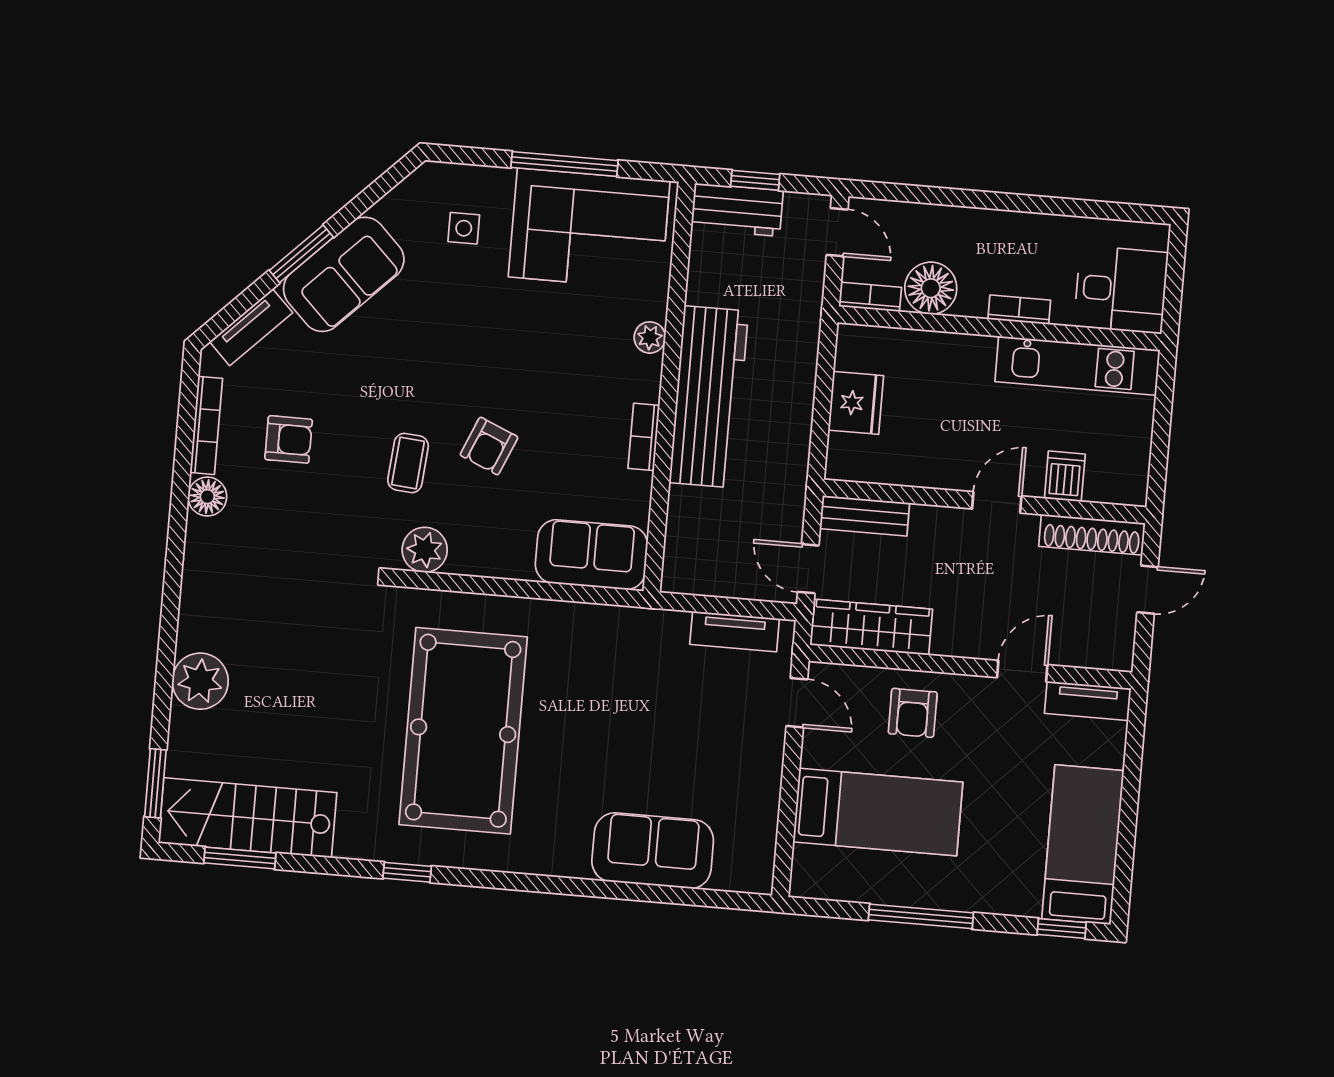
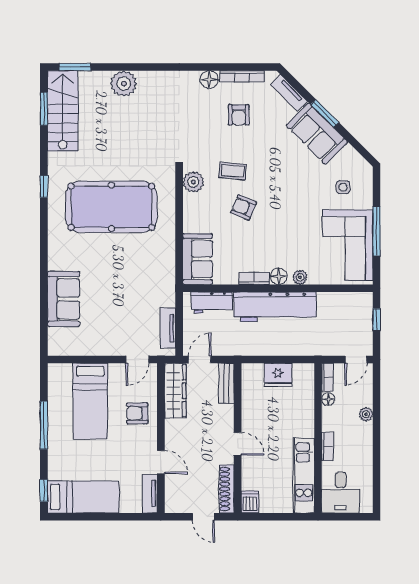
workbench: (737, 210) -> (212, 302), moved, turned -90
plant: (957, 221) -> (366, 414), added
floor lamp: (931, 288) -> (328, 399), width x0.53, depth x0.53
floor lamp: (644, 383) -> (279, 276), added
dishwasher: (1065, 476) -> (250, 502), moved, turned -90

